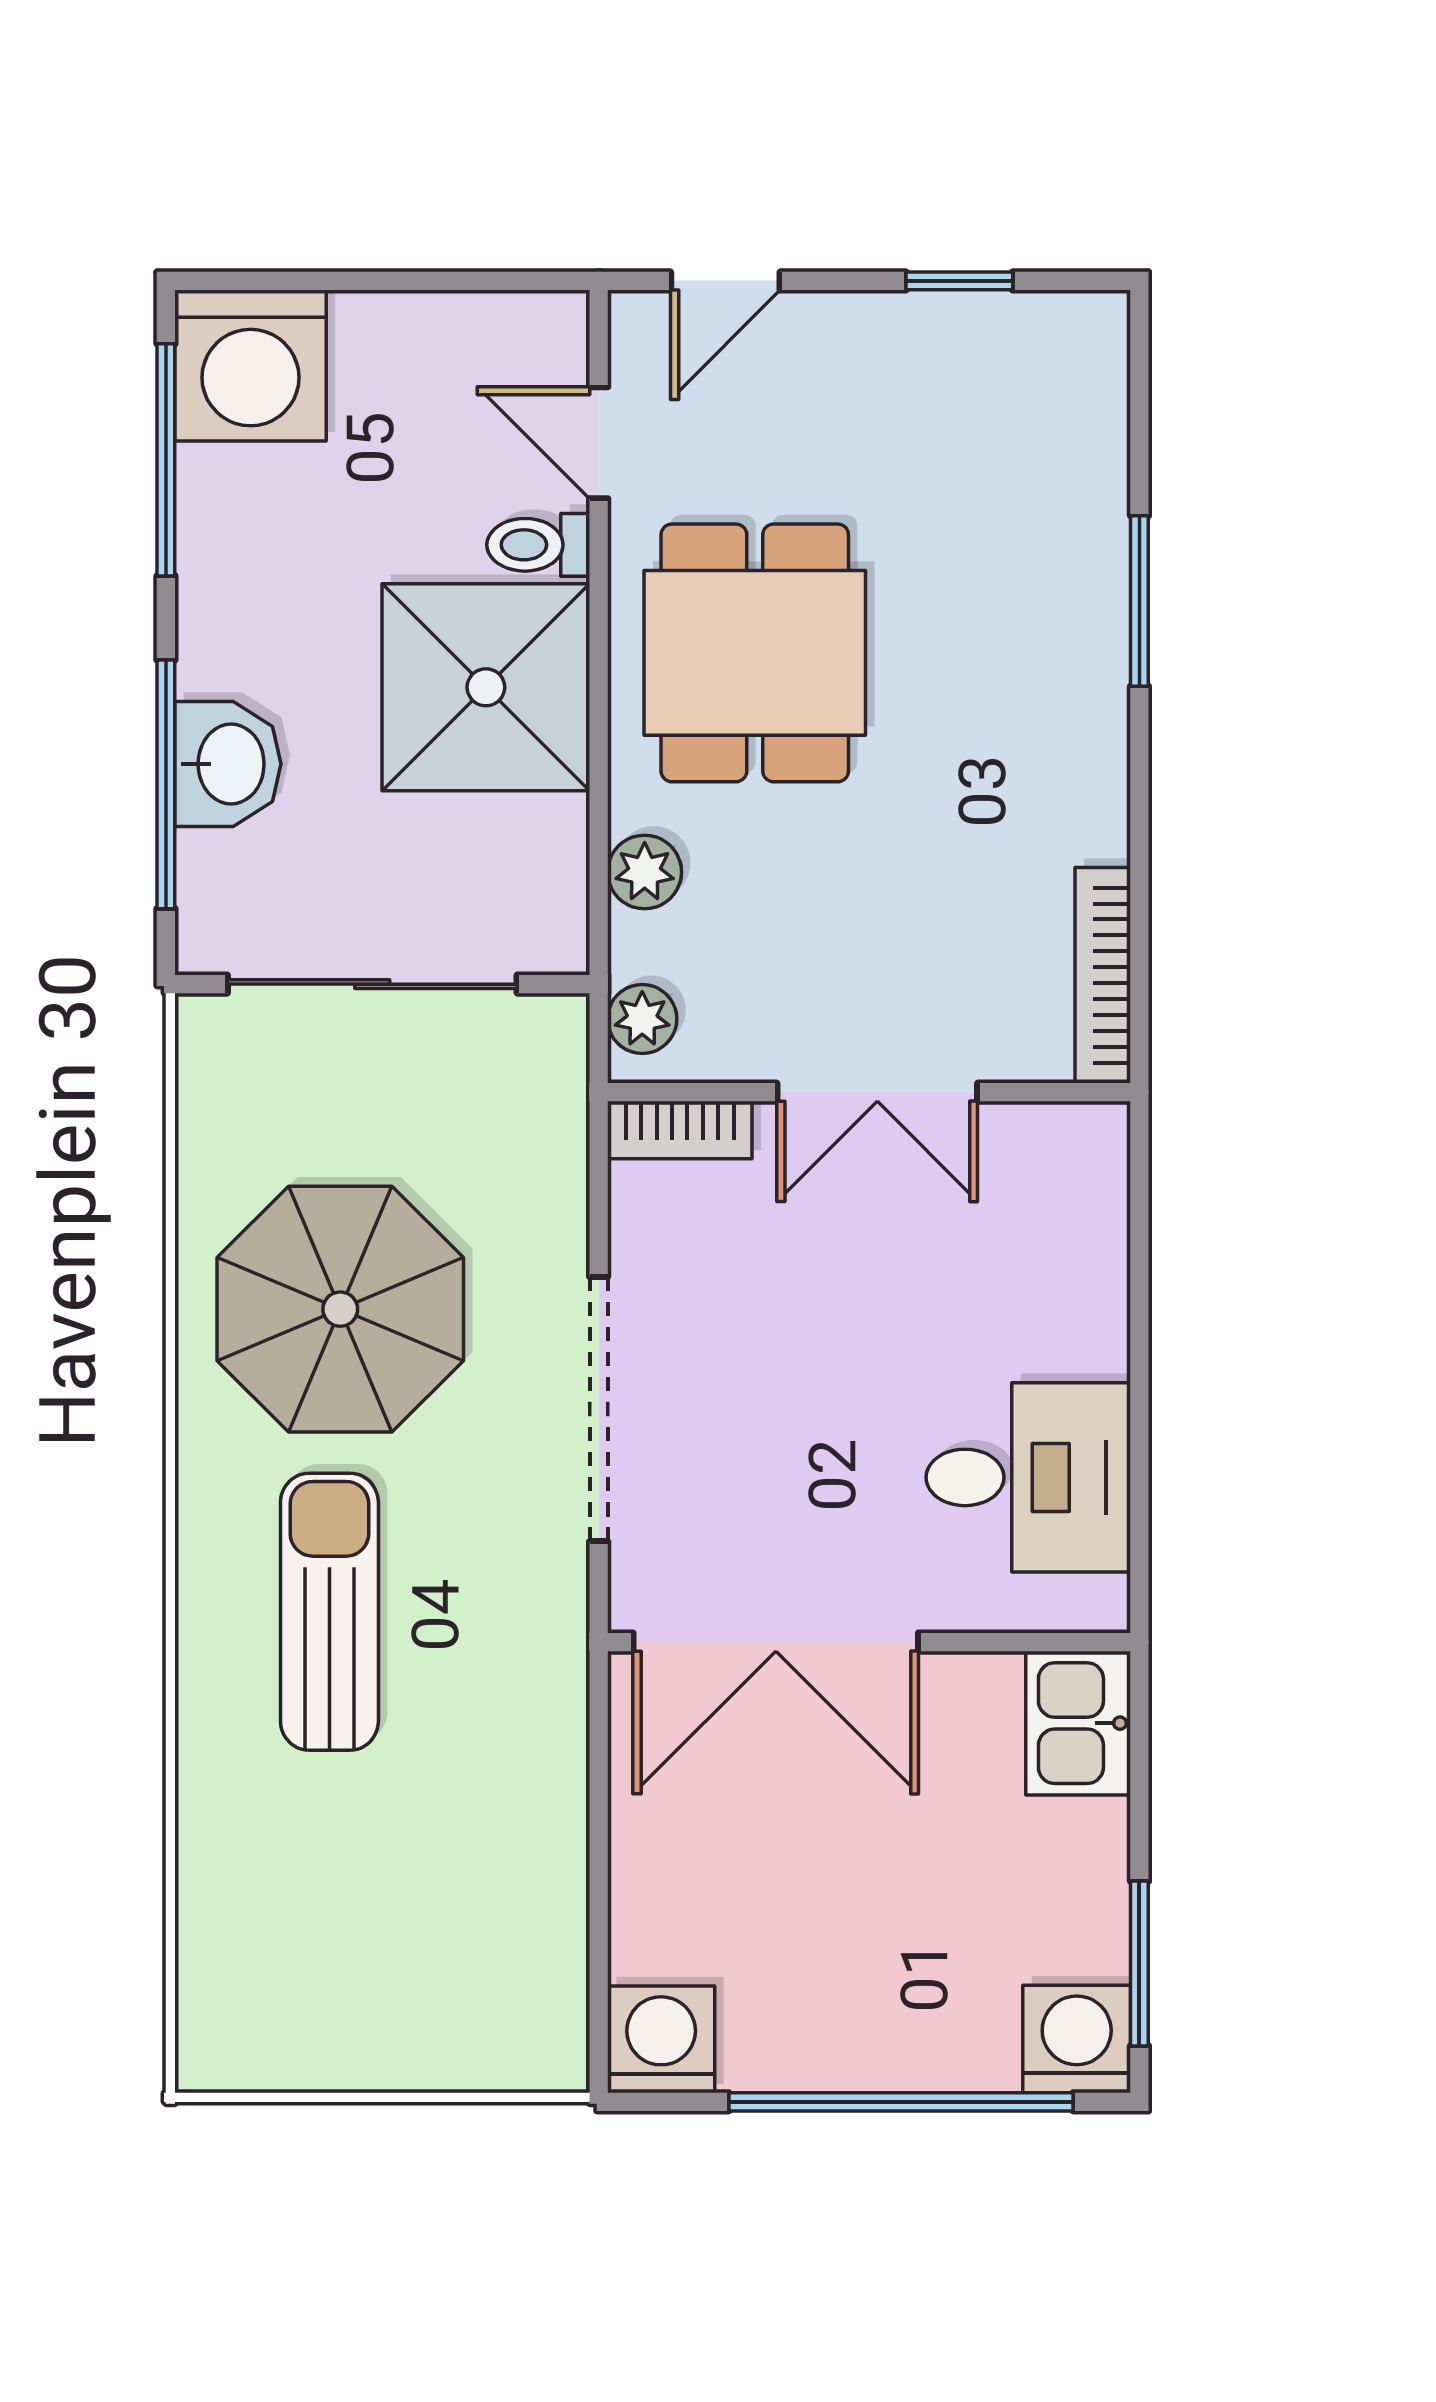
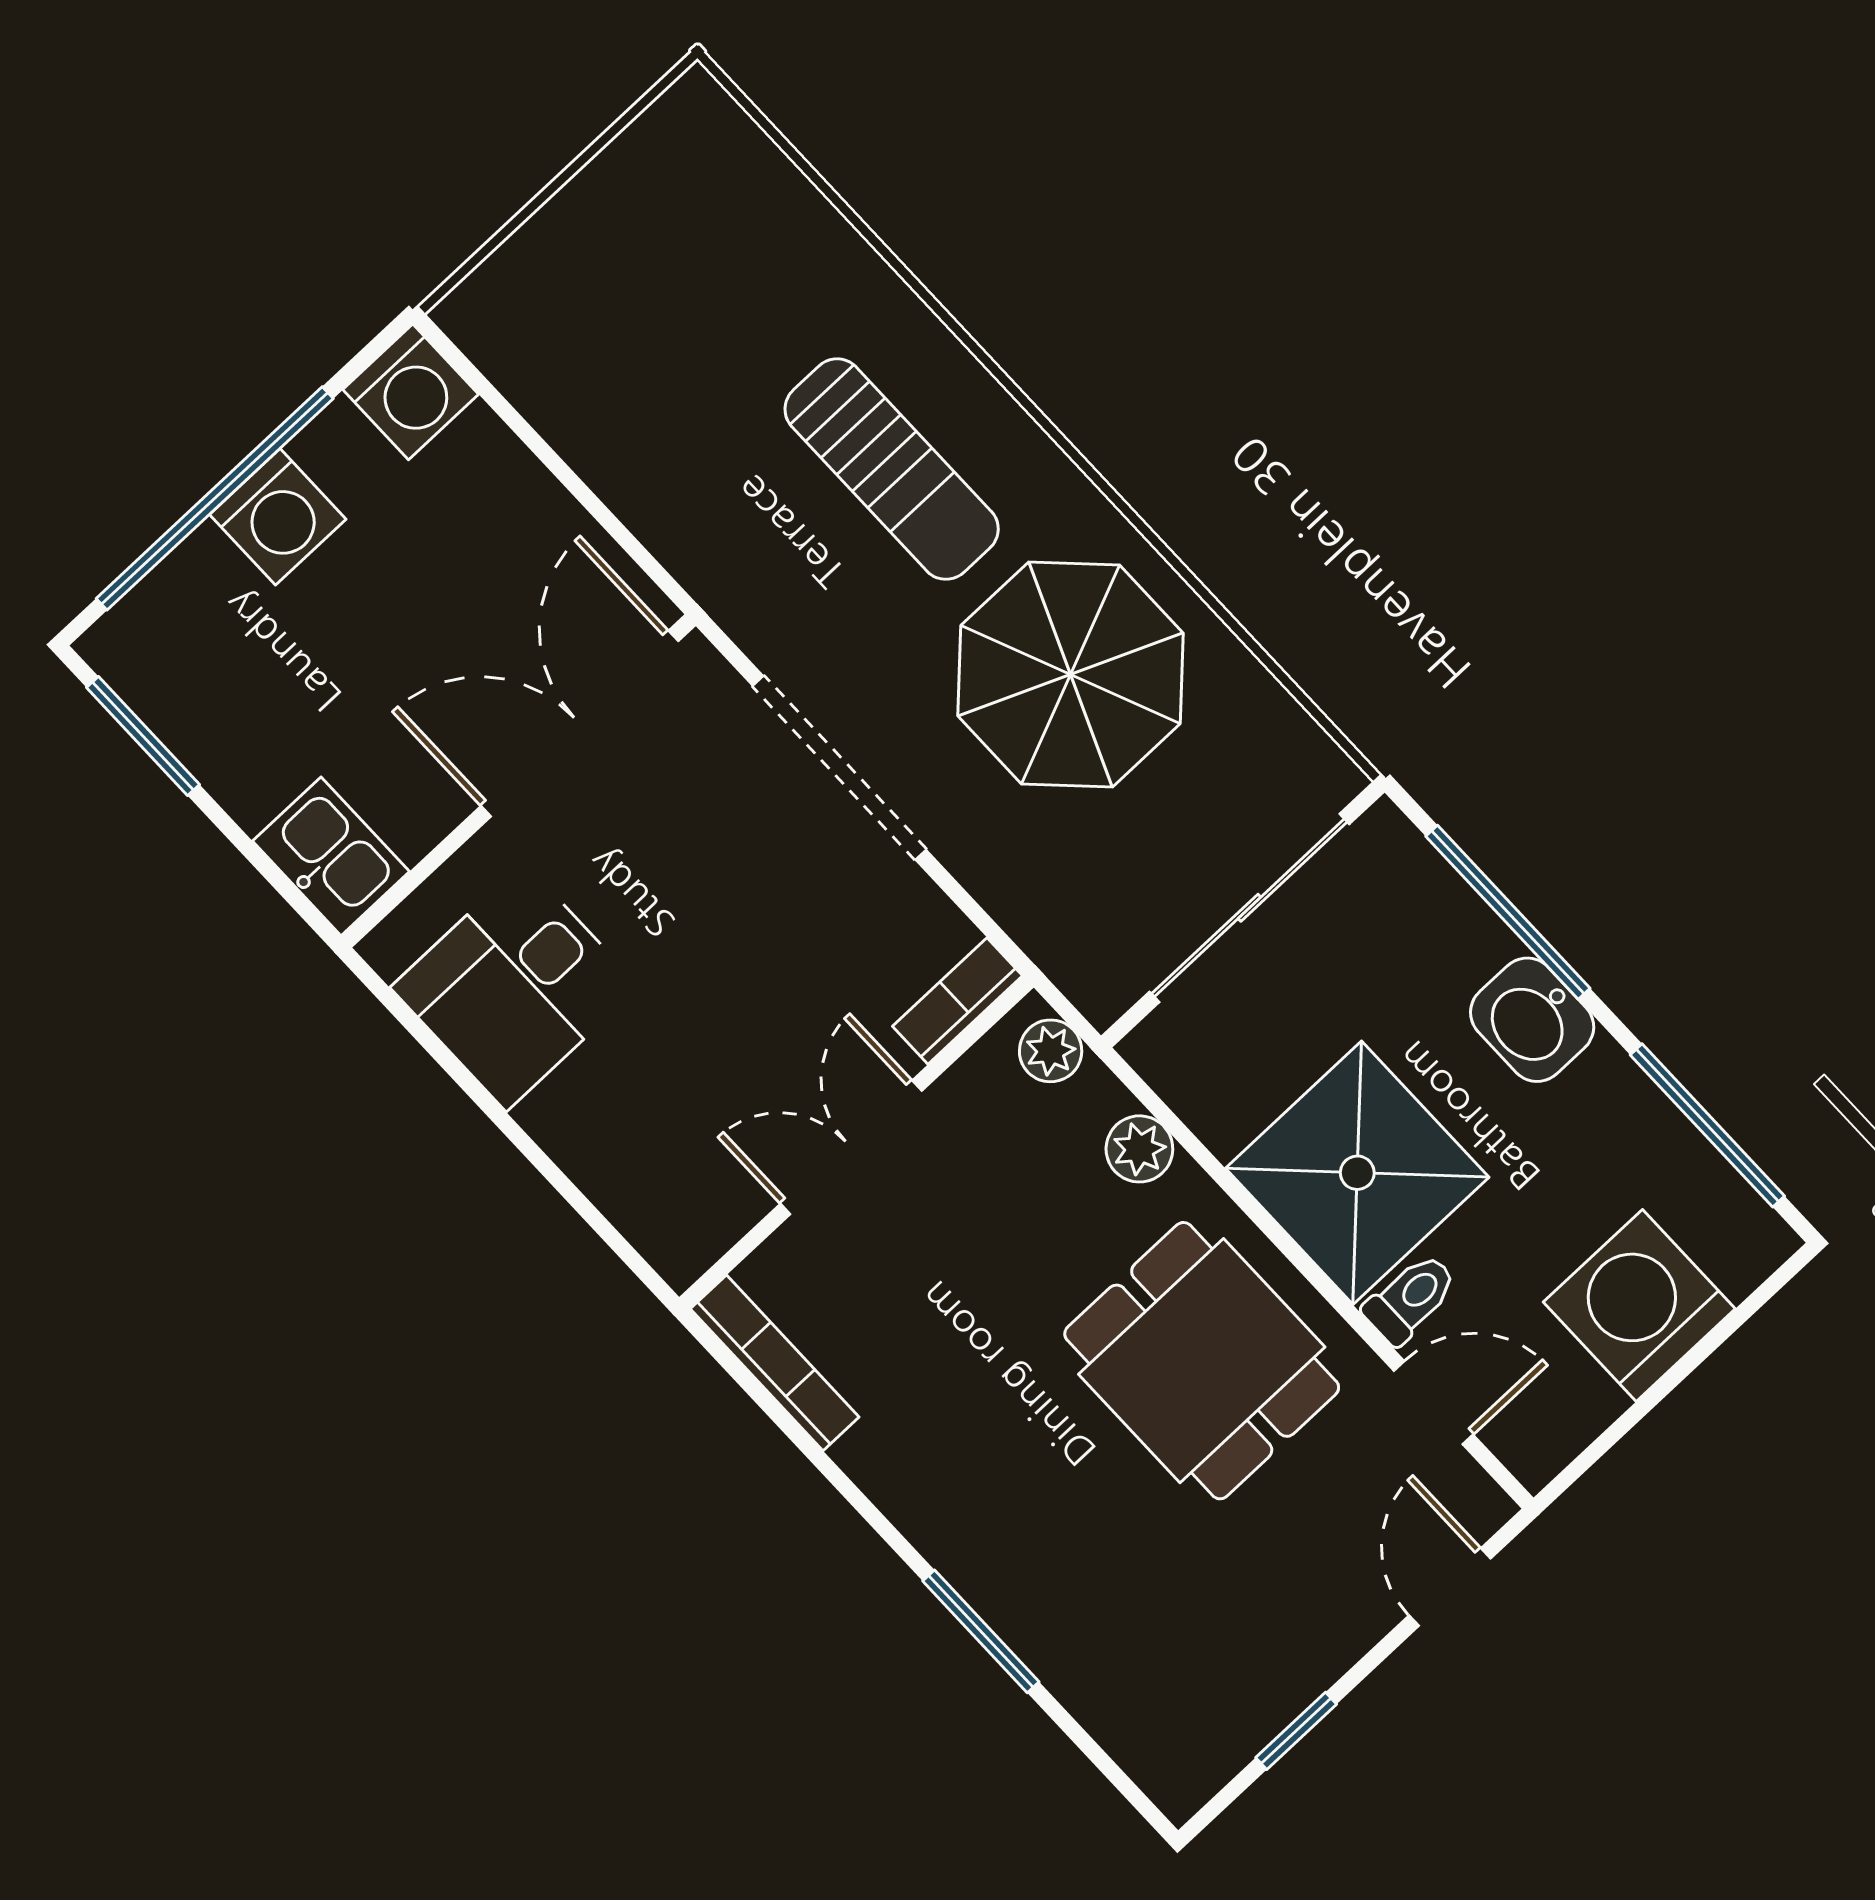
washing machine: (251, 365) -> (1639, 1305), moved
washbasin: (228, 764) -> (1532, 1020), moved
washing machine: (1077, 2039) -> (278, 517), moved

